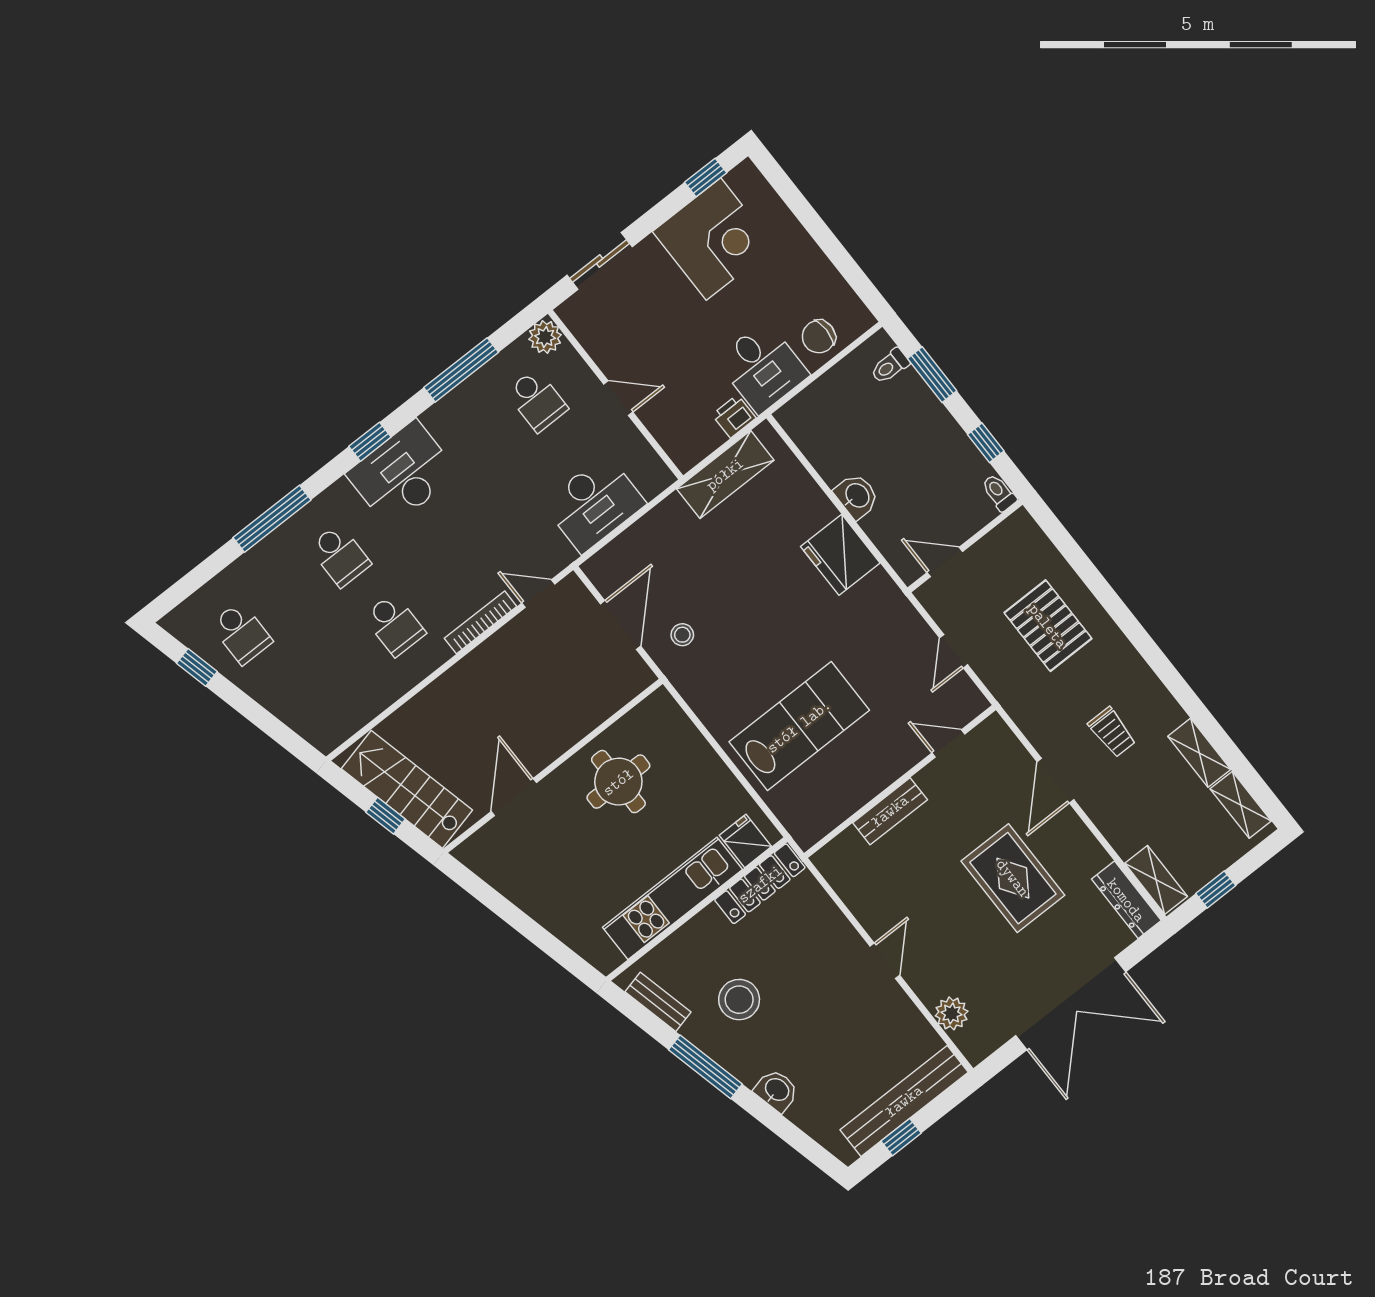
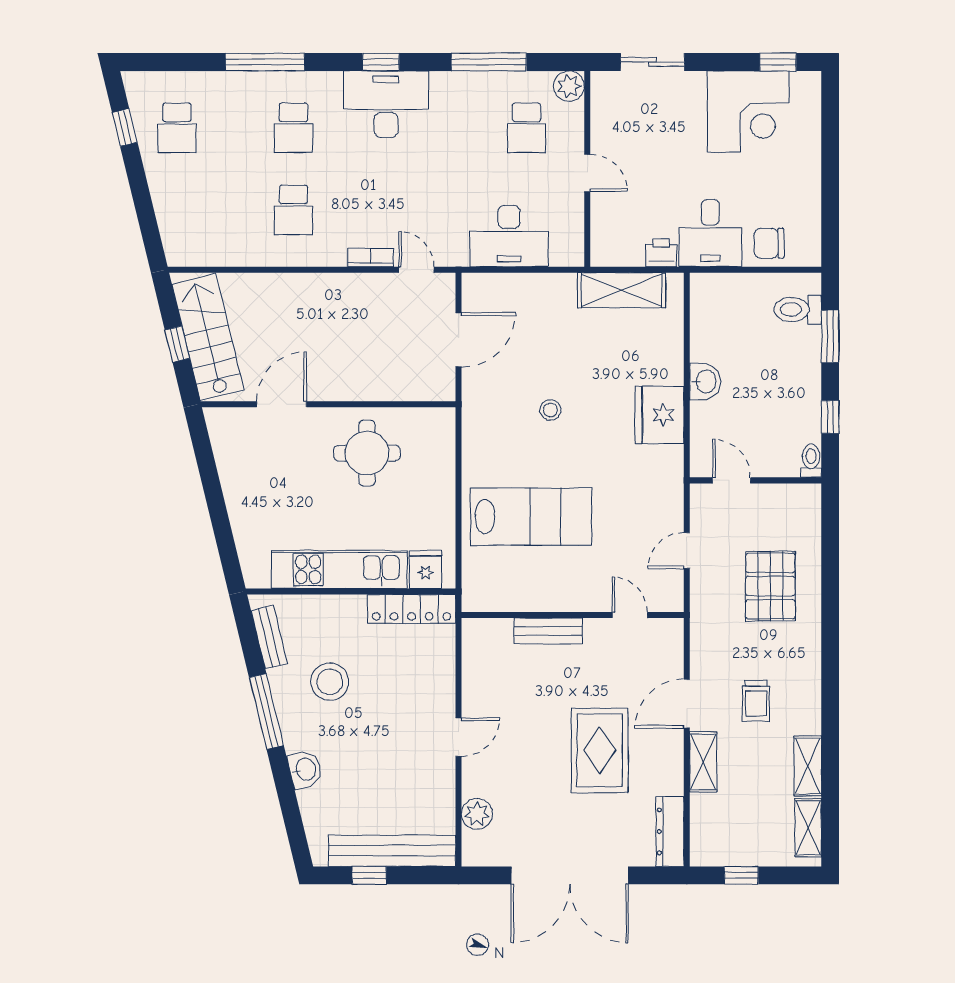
toilet: (890, 366) -> (798, 310), width x1.37, depth x1.39
bookcase: (481, 622) -> (371, 258), width x0.64
stool: (682, 635) -> (550, 410), moved
shelving: (1156, 880) -> (703, 762), moved

